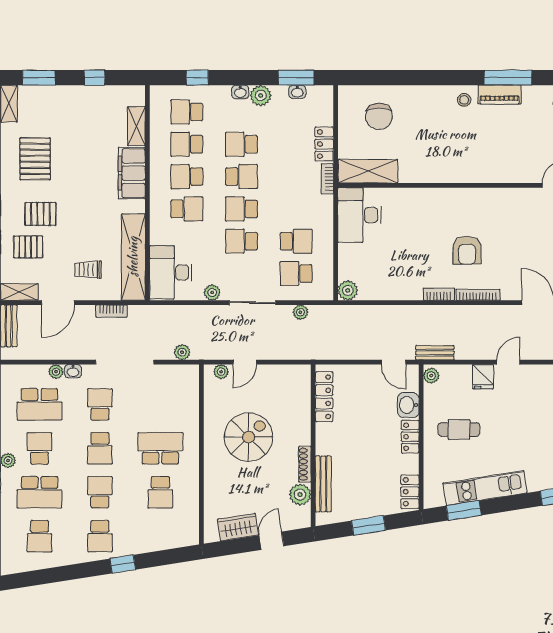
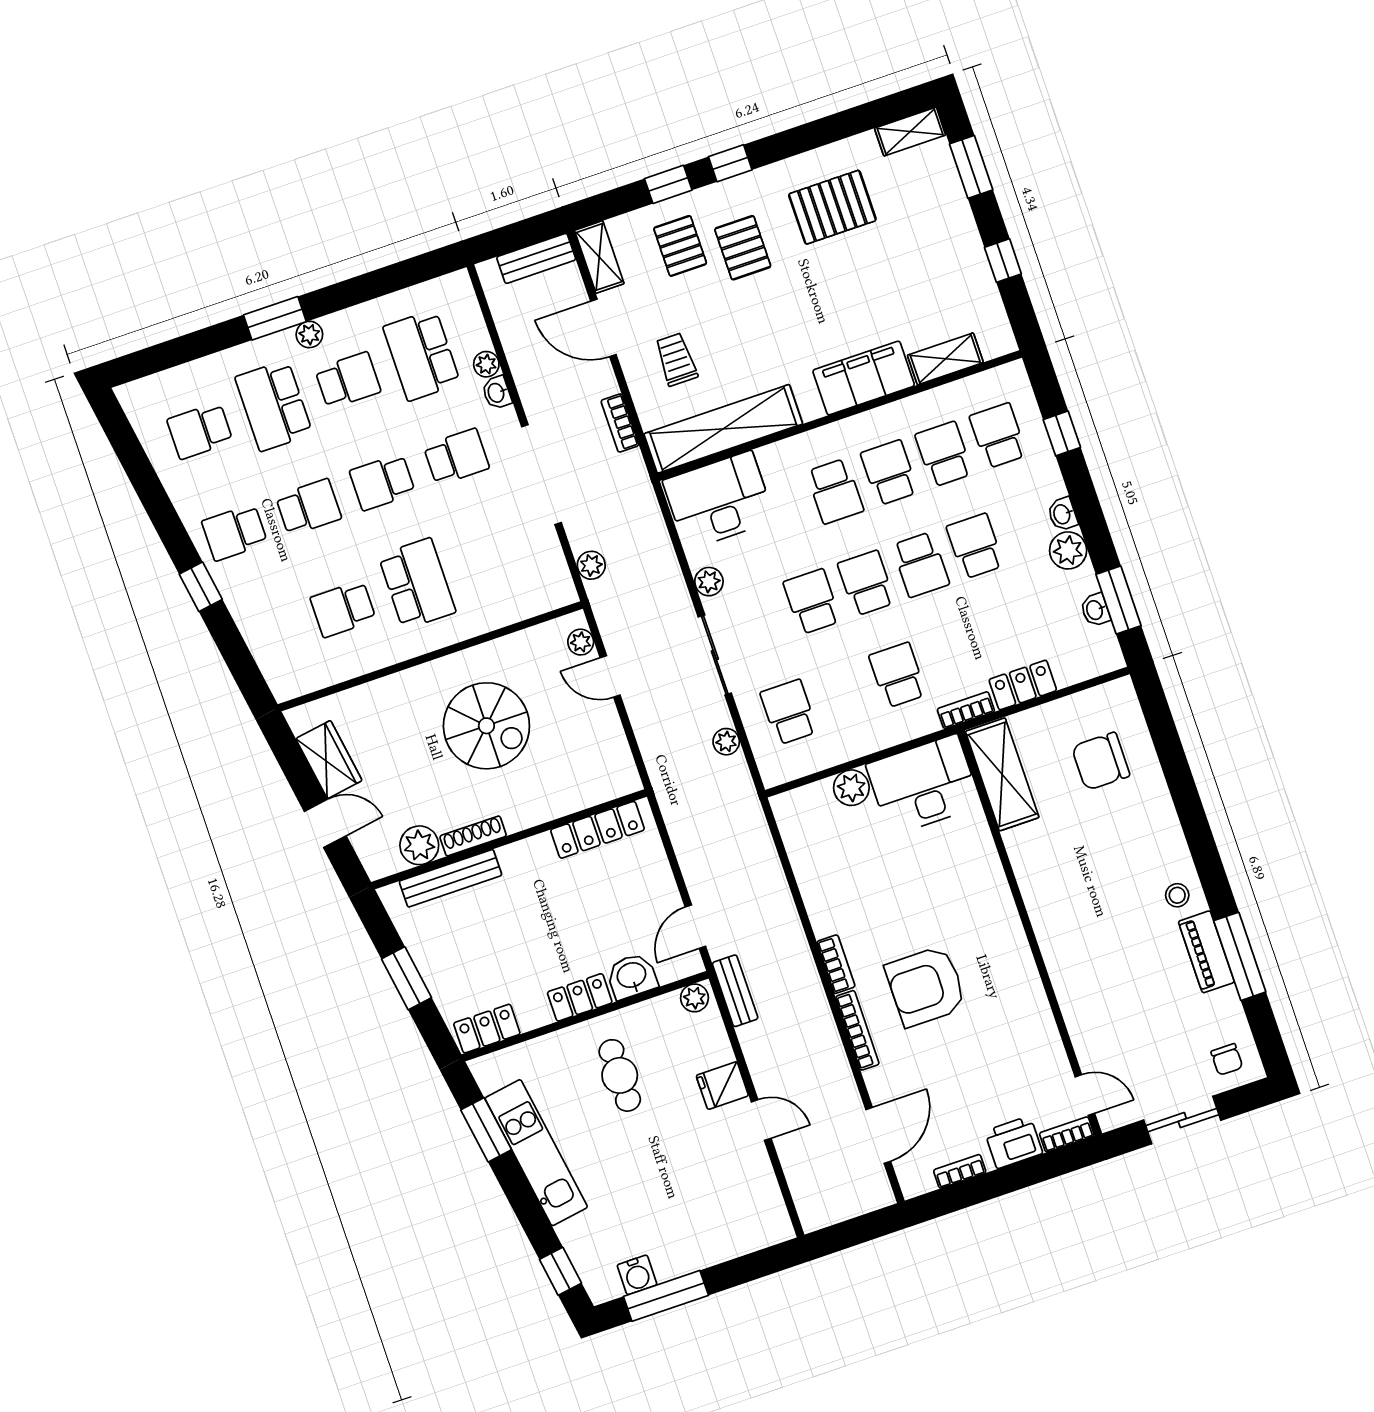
school desk: (296, 241) -> (898, 675), moved, turned 180
armchair: (467, 250) -> (926, 986), width x1.36, depth x1.36
plant: (348, 290) -> (851, 788), moved

